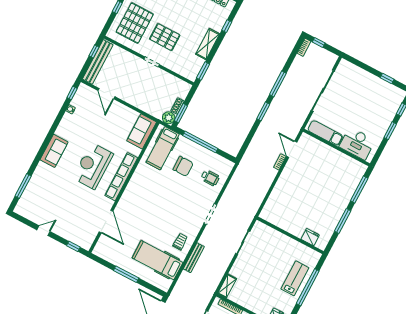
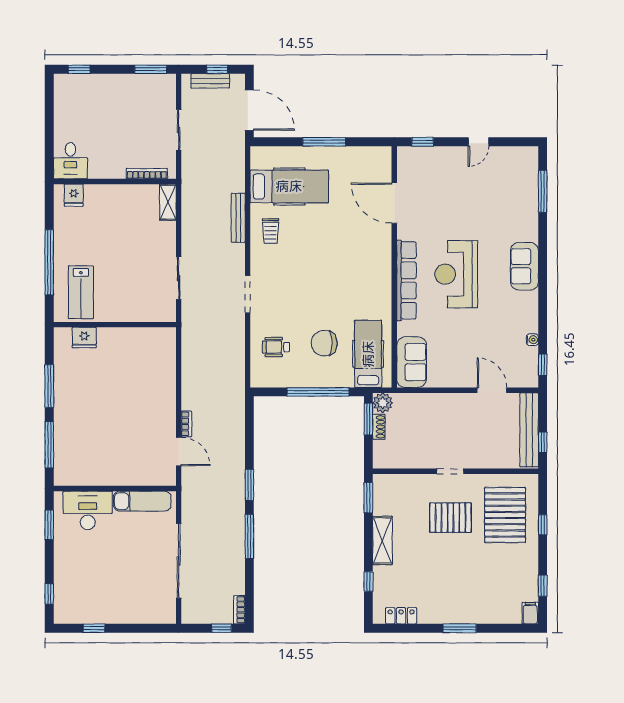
window: (390, 131) -> (49, 525), moved
reception desk: (93, 166) -> (456, 274), turned 180
lab bench: (295, 278) -> (81, 292), moved

